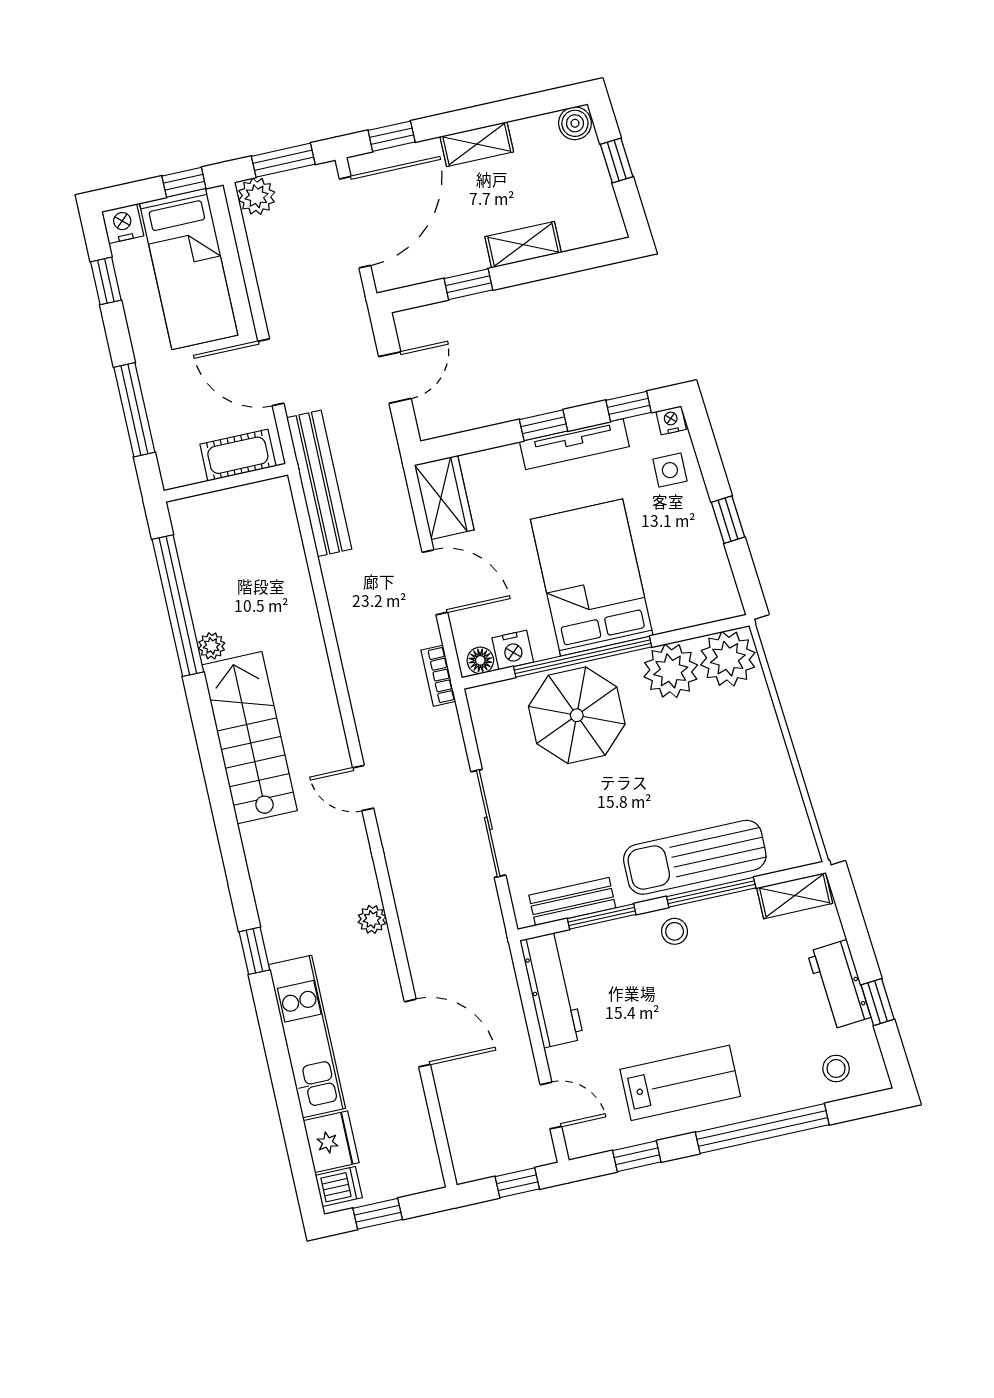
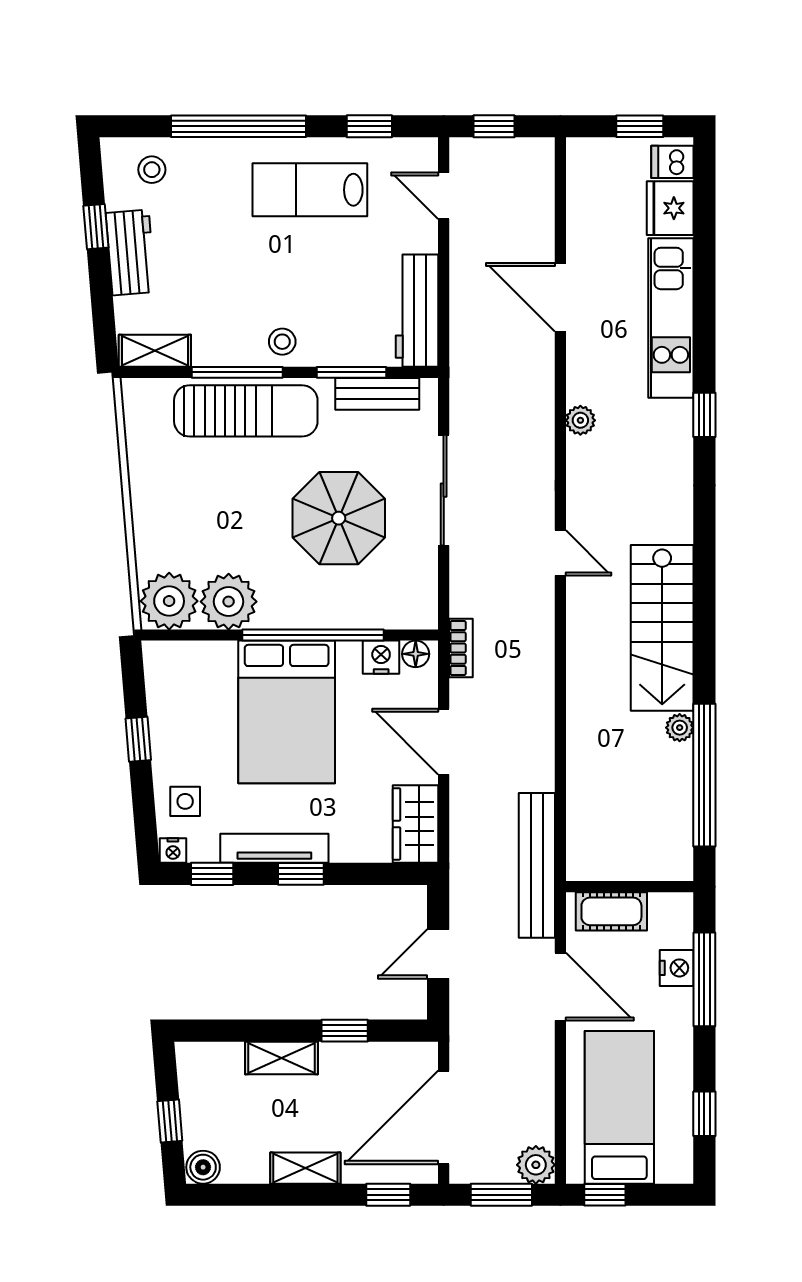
nightstand: (123, 224) -> (677, 968), moved, turned -90
parasol: (577, 715) -> (339, 518), moved

